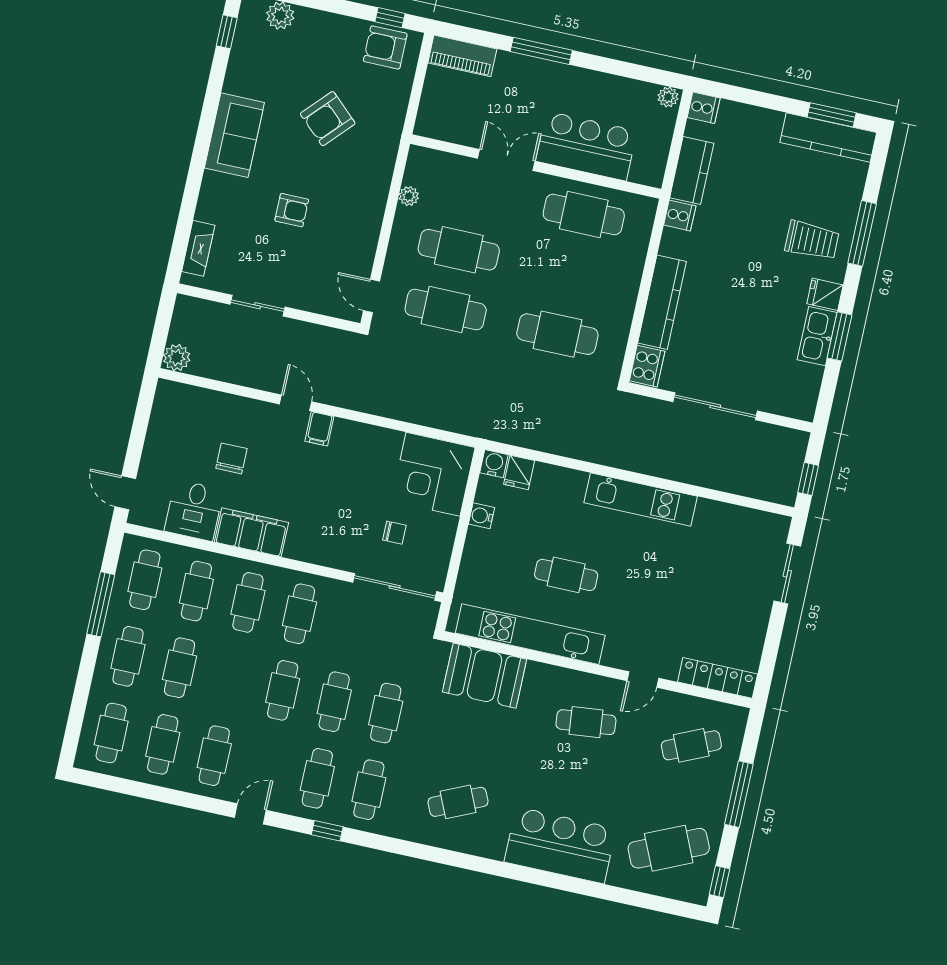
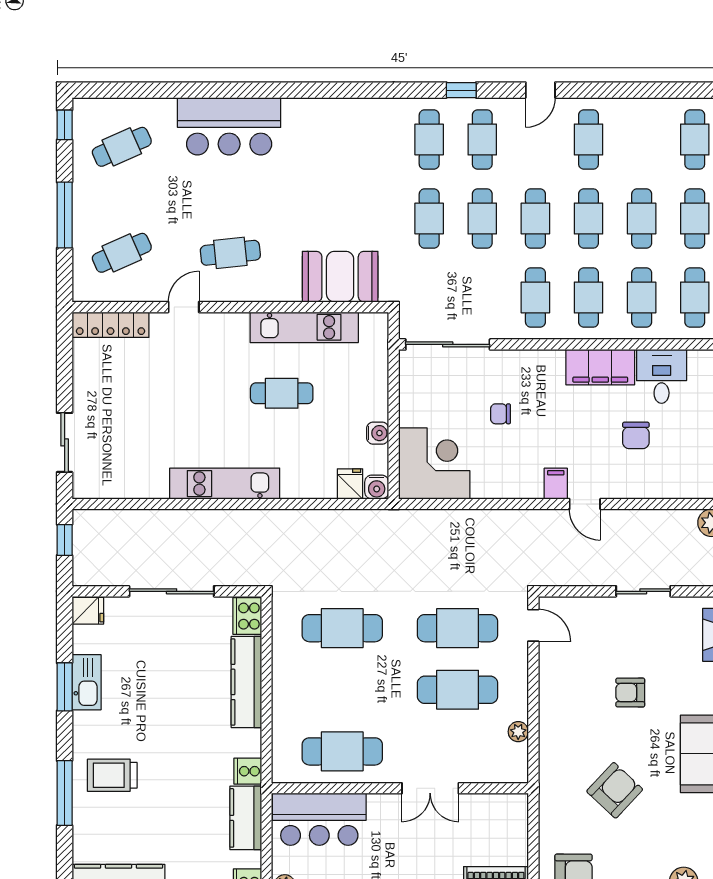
bar counter: (586, 146) -> (319, 819), moved
fridge: (825, 294) -> (88, 611), moved
chair: (394, 533) -> (500, 414), moved
kitchen unit: (530, 634) -> (304, 327), width x0.73
cafe table: (163, 744) -> (589, 219), moved
cafe table: (458, 802) -> (339, 147), removed
cafe table: (669, 848) -> (122, 147), width x0.73, depth x0.74

